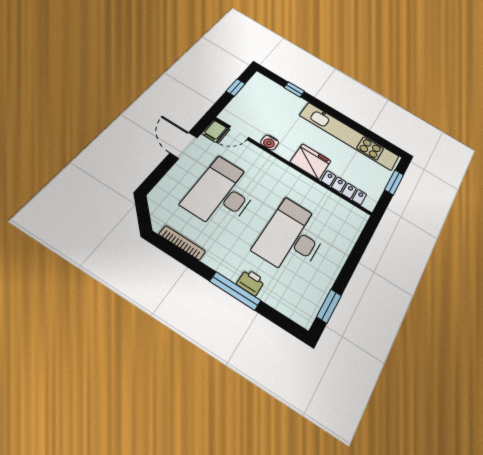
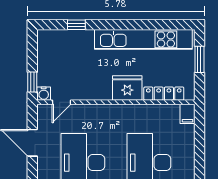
window: (236, 87) -> (32, 82), moved
filing cabinet: (215, 131) -> (188, 114), moved
water cooler: (270, 142) -> (44, 94), moved

